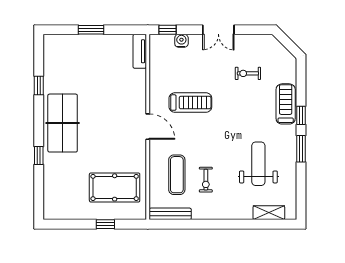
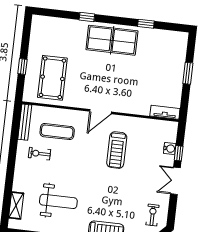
window: (167, 30) -> (179, 153), moved
exercise bike: (248, 73) -> (152, 215), moved
exercise bike: (206, 180) -> (40, 154), moved

